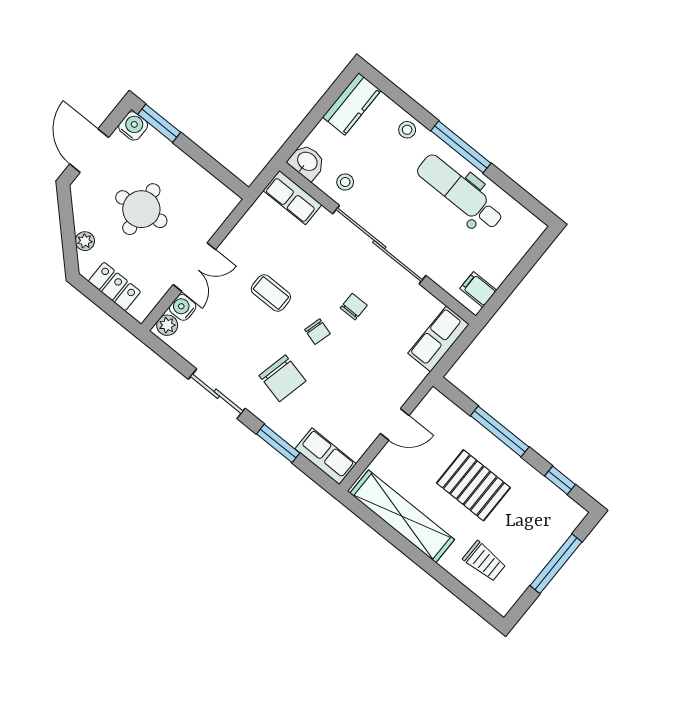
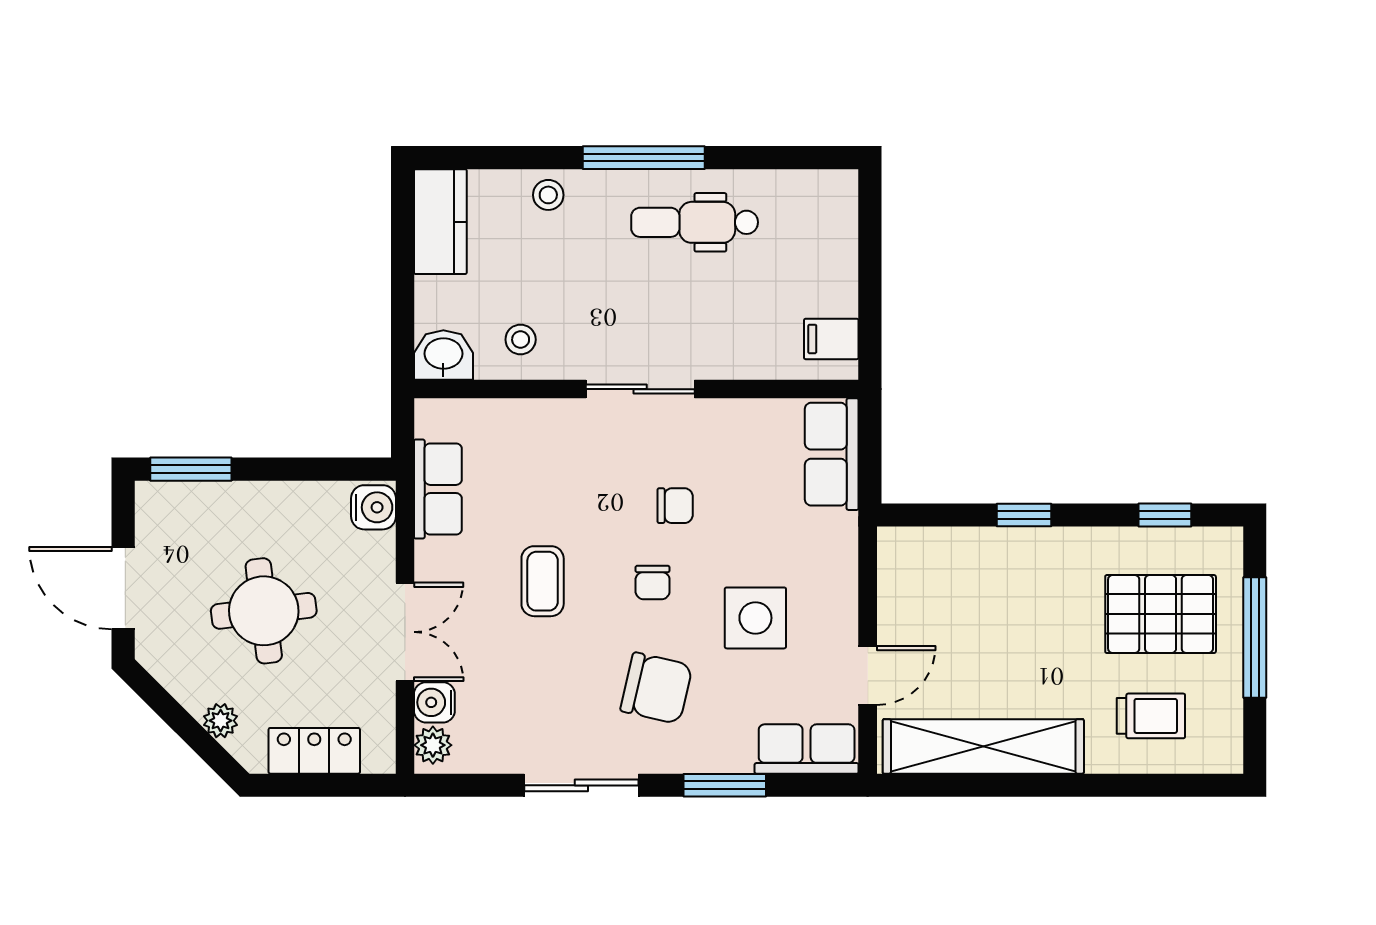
water cooler: (133, 126) -> (373, 507), moved, turned 90
dental chair: (460, 192) -> (695, 222), width x0.73, depth x0.72
row of seats: (292, 198) -> (438, 489), moved, turned -90
sliding door: (379, 245) -> (640, 389), width x0.54
coffee table: (271, 293) -> (543, 581), turned 90
chair: (354, 307) -> (675, 506), turned 90
chair: (317, 332) -> (653, 583), turned 74
side table: (349, 382) -> (755, 618), added
door: (395, 424) -> (868, 675), moved
window: (500, 431) -> (1024, 515), width x0.46
pallet: (473, 485) -> (1161, 614), moved

